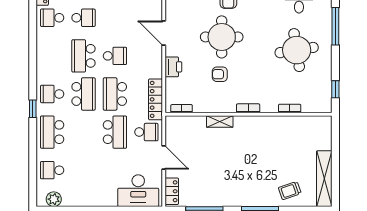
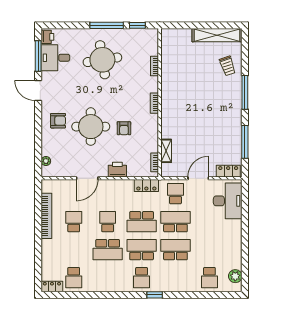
school desk: (83, 18) -> (74, 222), moved
window: (335, 26) -> (107, 25), moved
locker: (156, 99) -> (146, 185), width x0.66
shelving: (220, 122) -> (166, 151), moved
school desk: (52, 132) -> (175, 250), moved, turned 180

